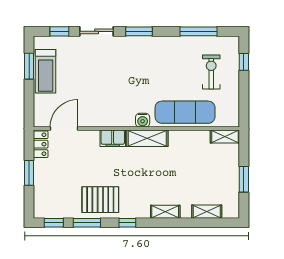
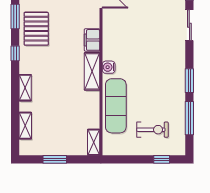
window: (139, 31) -> (189, 81), moved

